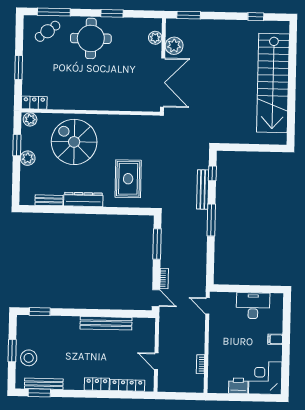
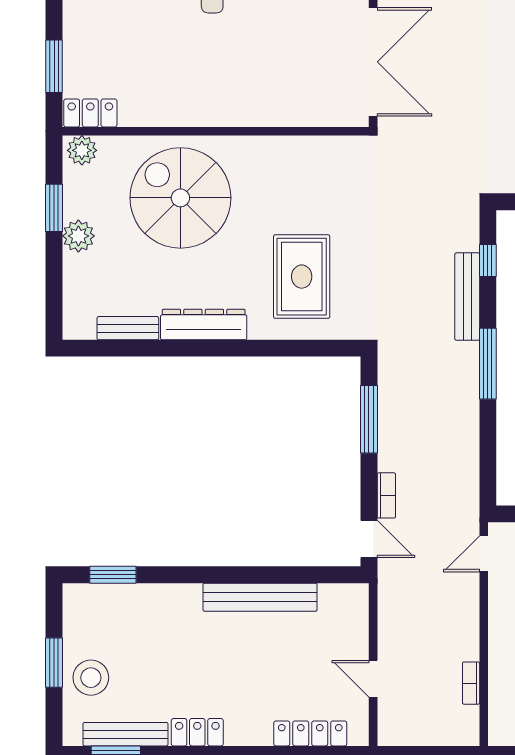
window: (19, 67) -> (54, 66), moved
door: (207, 306) -> (484, 554), hinge flipped
locker: (97, 384) -> (197, 732), moved

